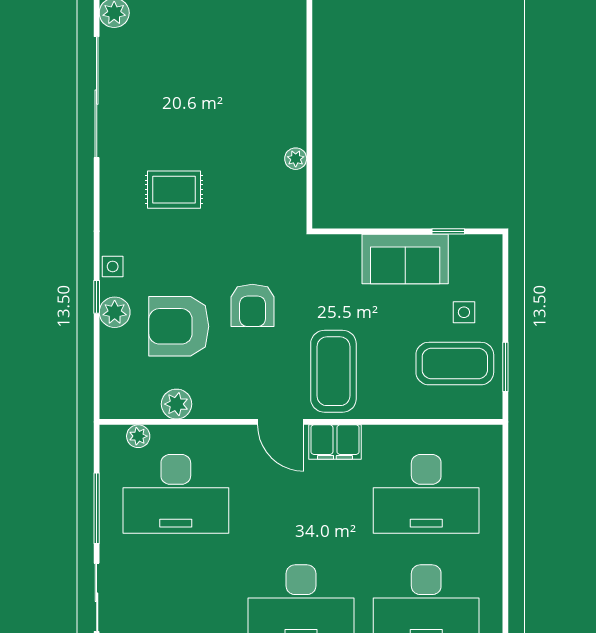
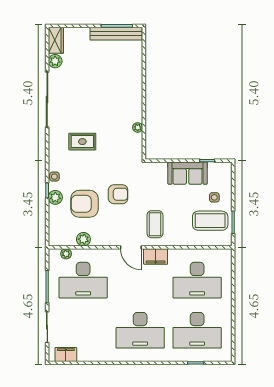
armchair: (252, 305) -> (118, 194), turned -90
coffee table: (333, 371) -> (155, 224), width x0.73, depth x0.76

